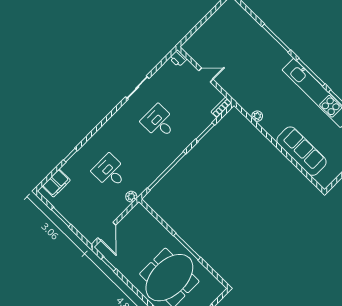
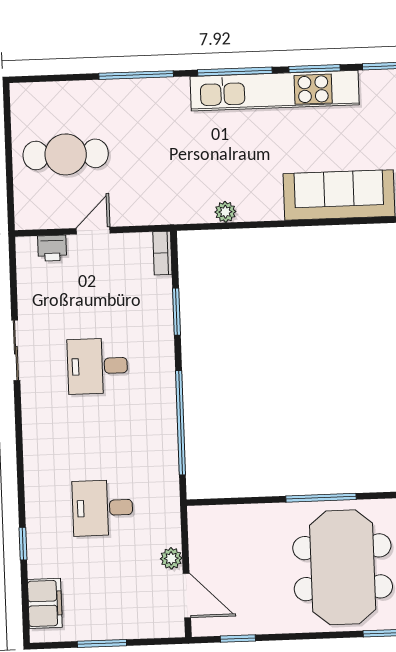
cafe table: (224, 40) -> (66, 154), added
printer: (178, 58) -> (52, 248), moved
plant: (131, 197) -> (171, 558), moved

